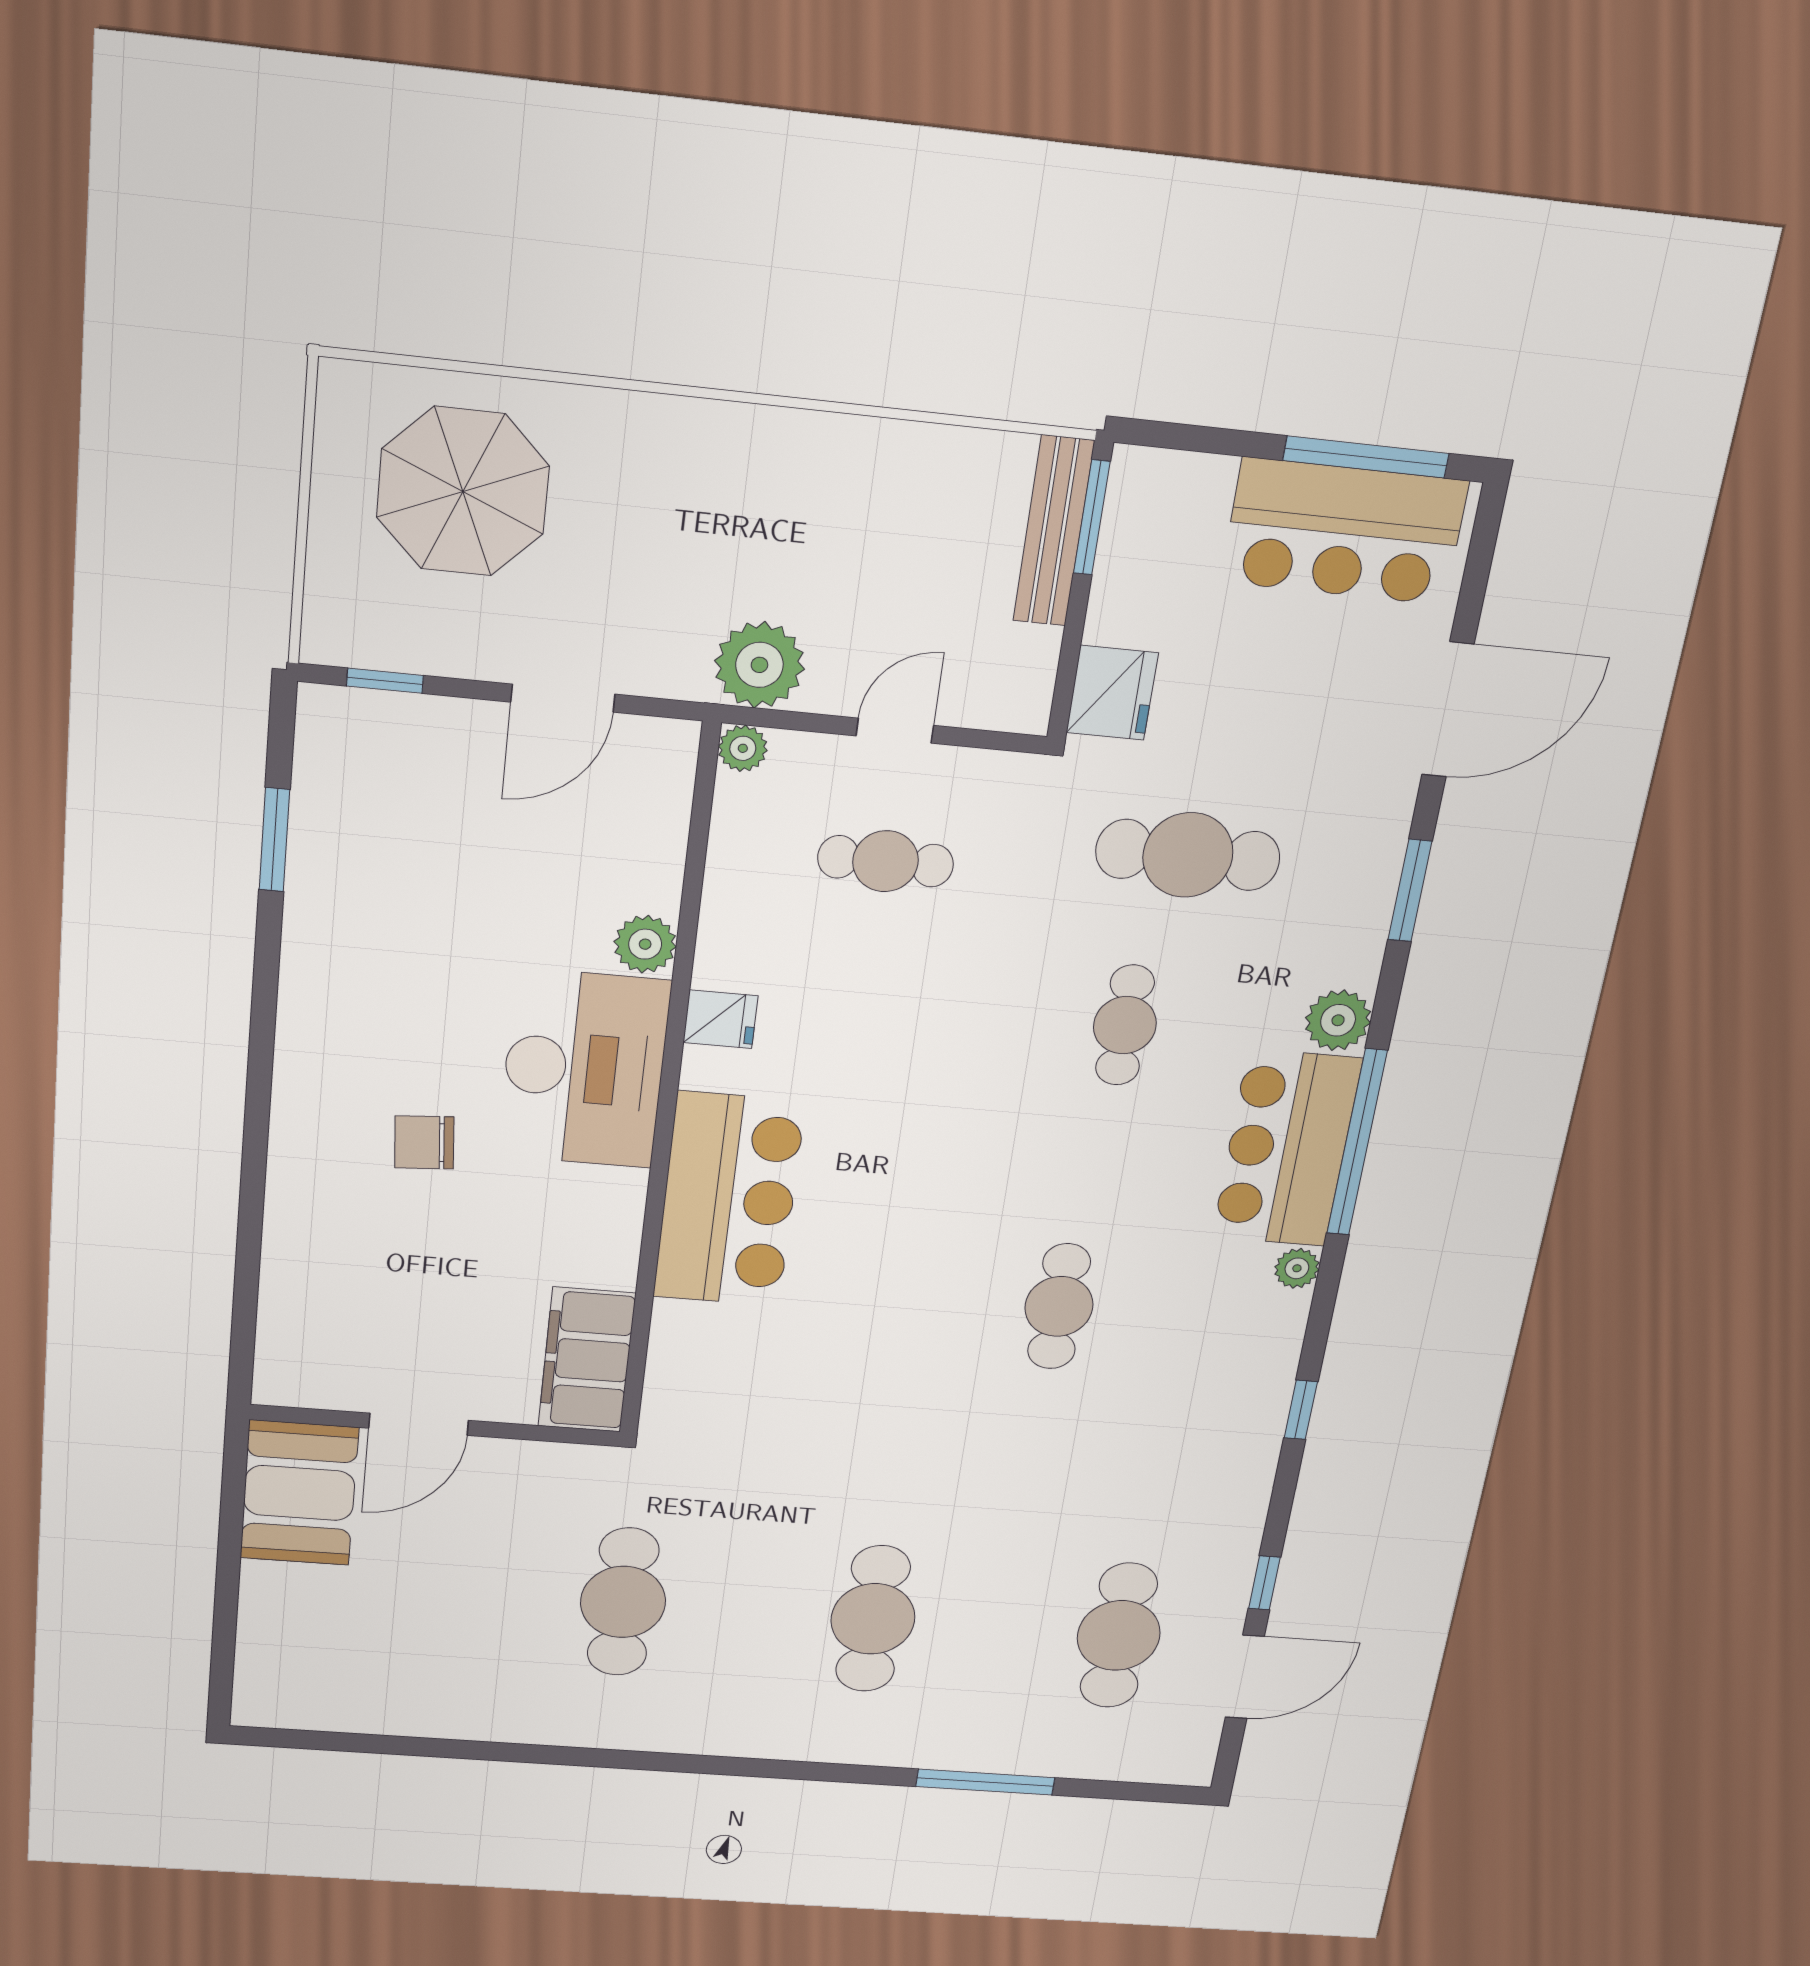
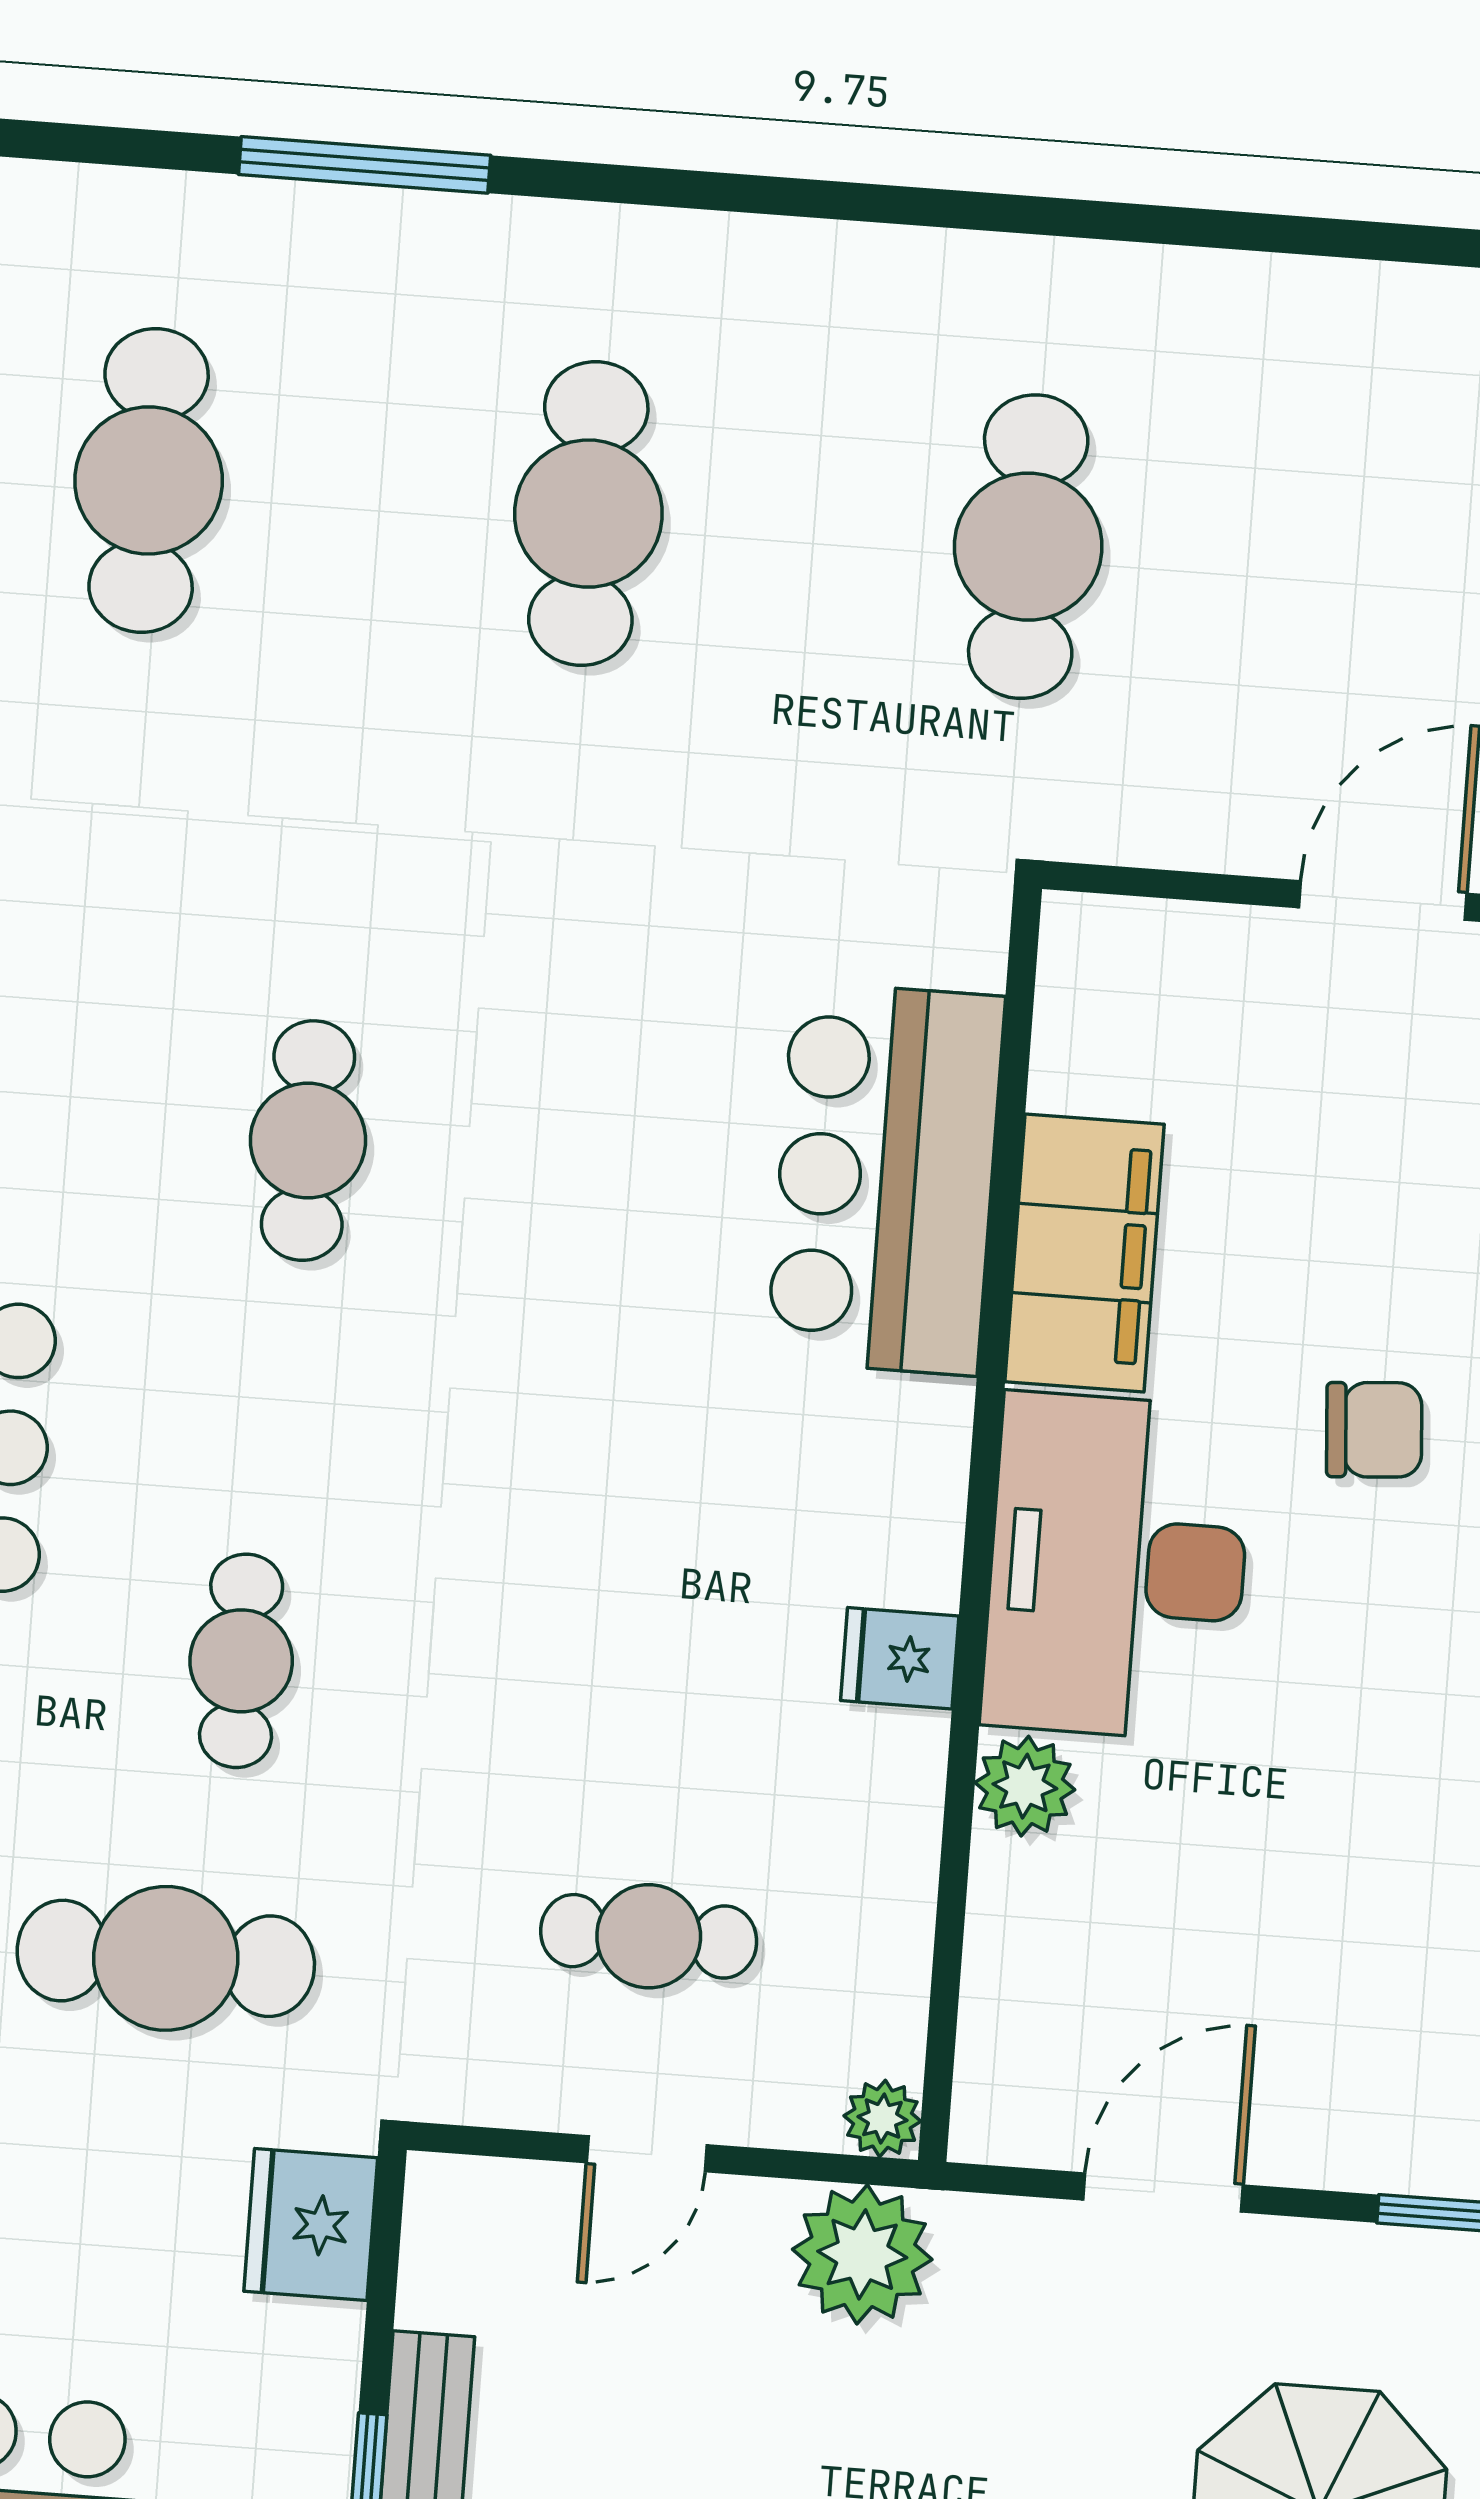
bar counter: (729, 1200) -> (886, 1179), moved
filing cabinet: (587, 1360) -> (1085, 1253), moved

